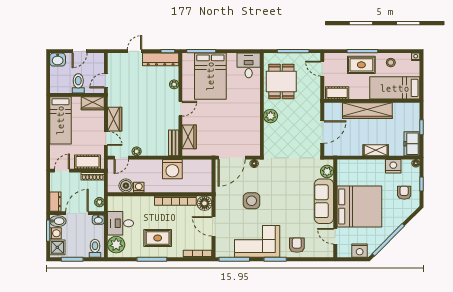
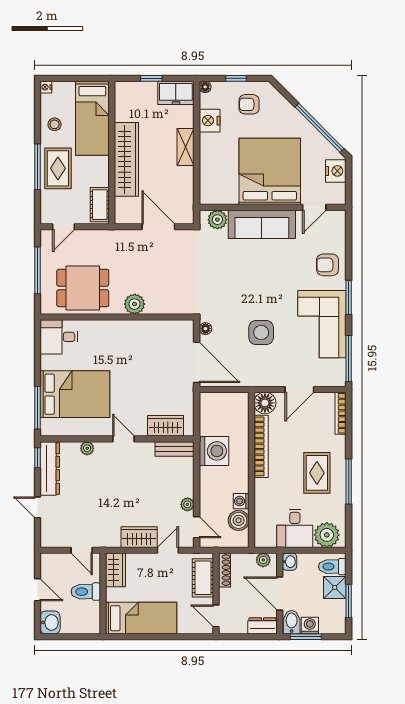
shower: (57, 247) -> (335, 587), moved

